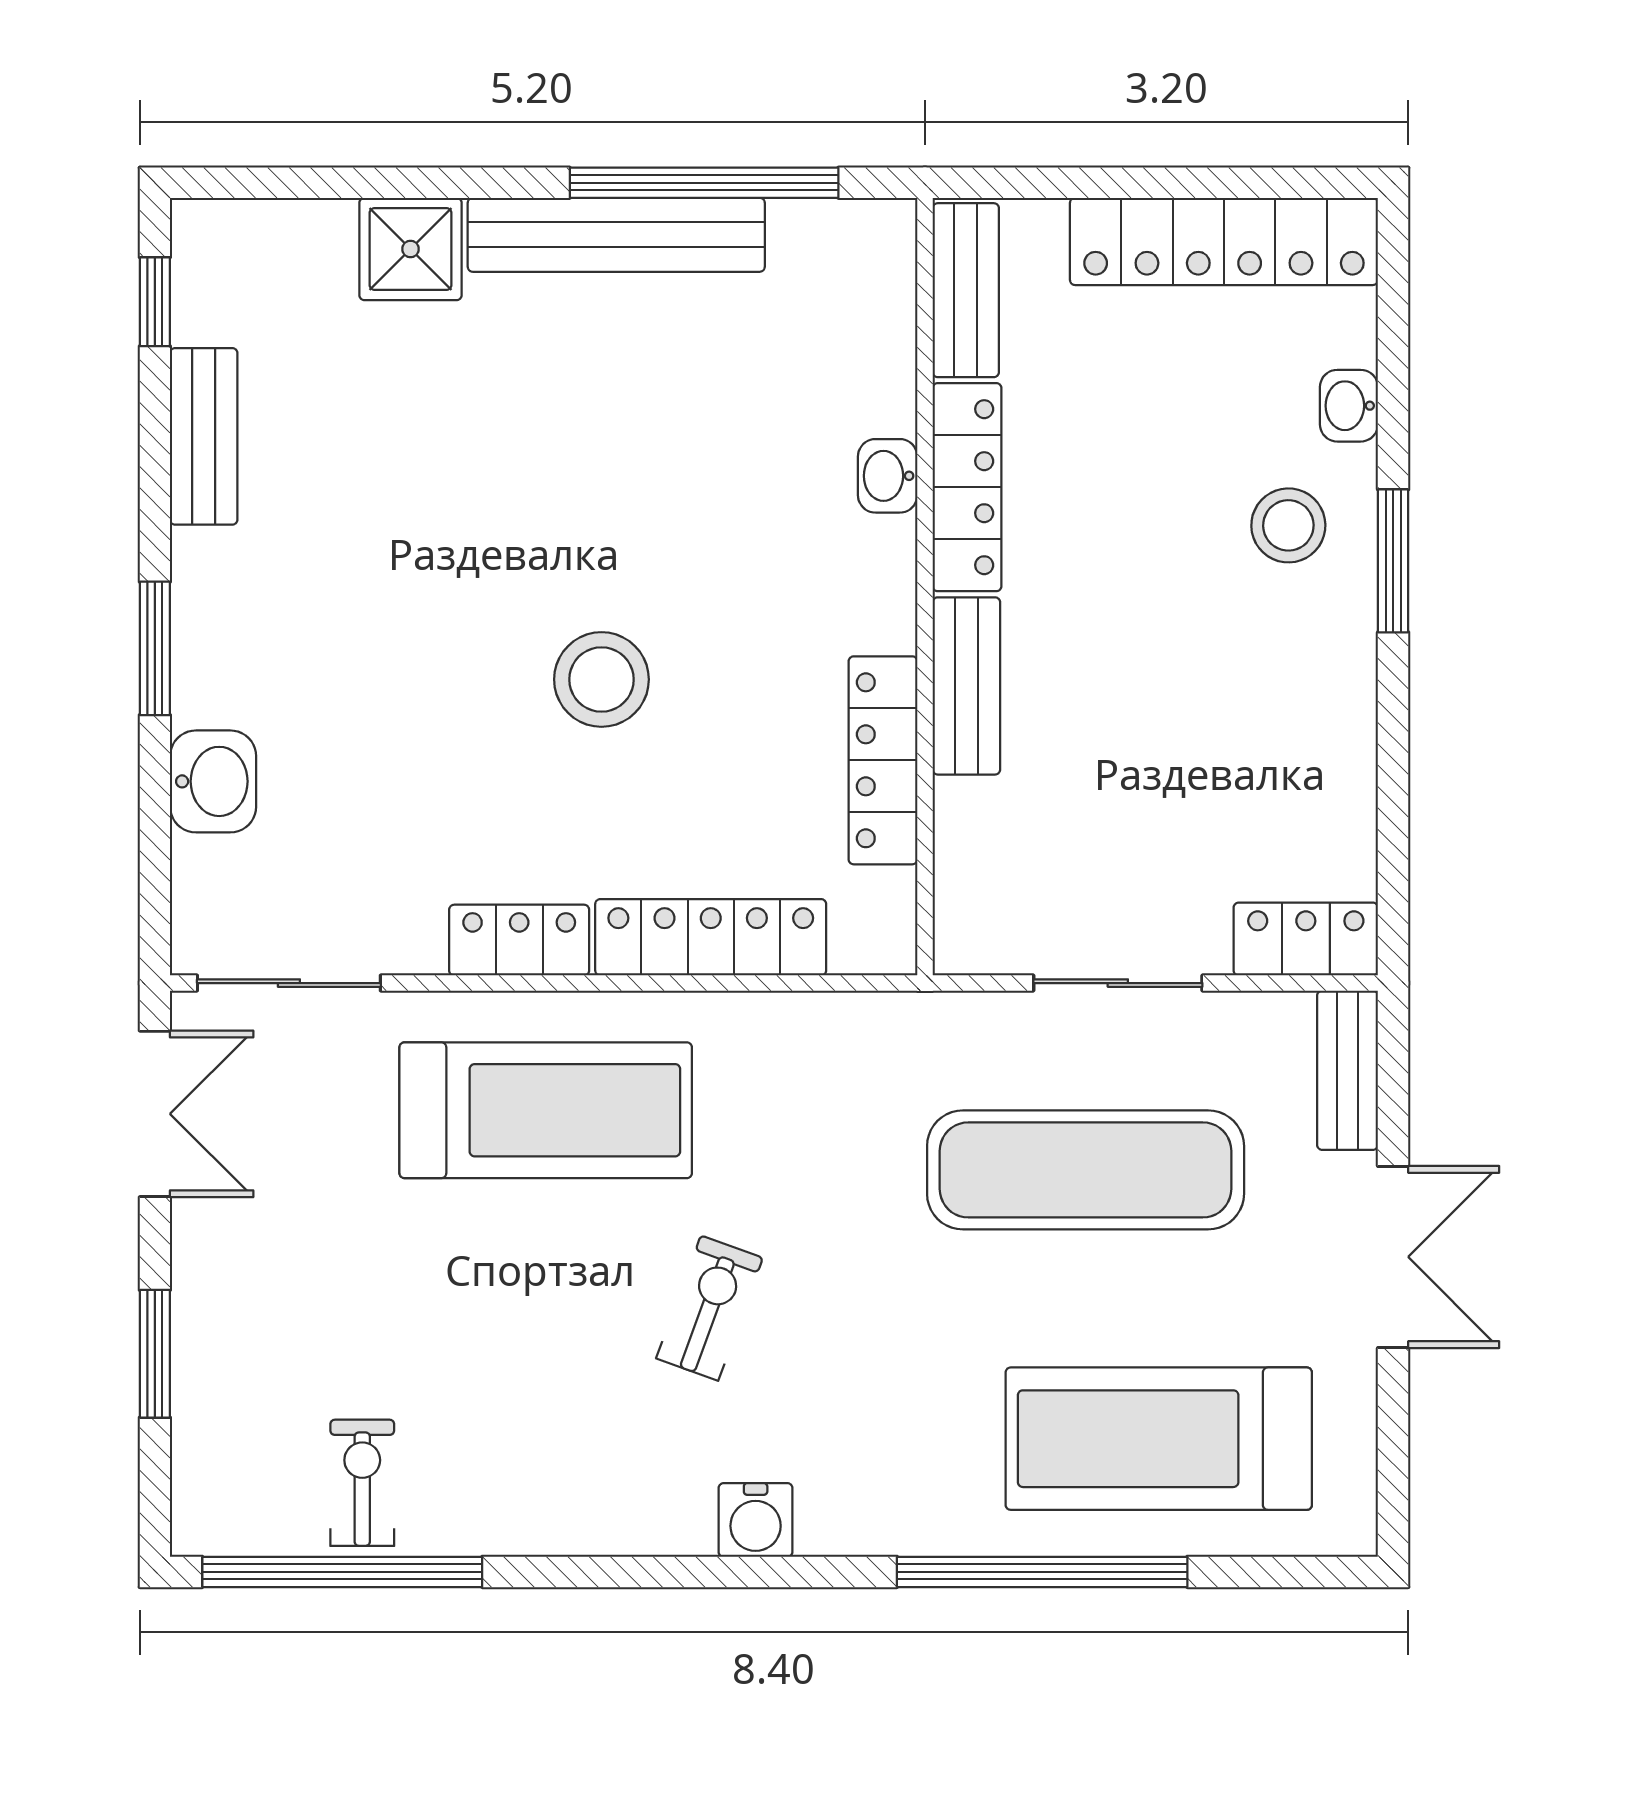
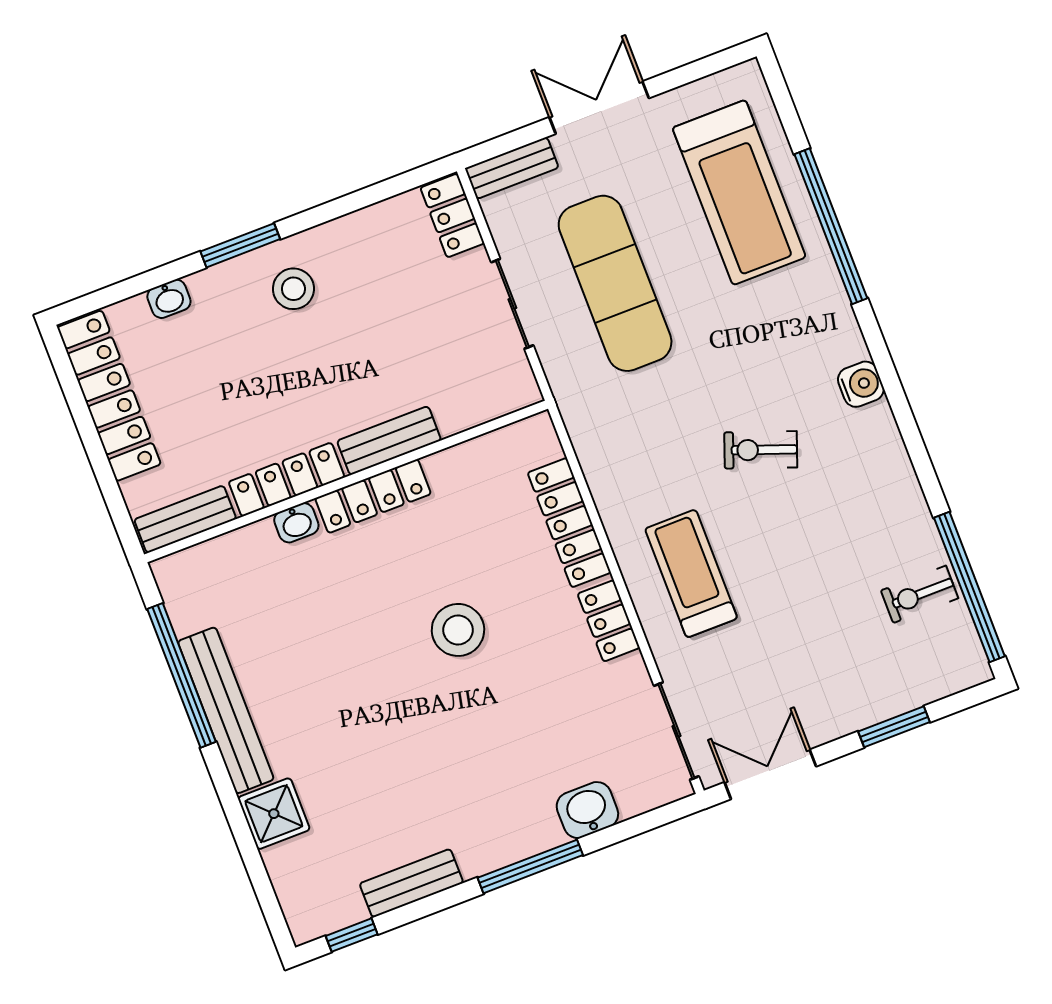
stool: (1288, 525) -> (293, 289), moved
window: (155, 648) -> (530, 866), width x1.44
locker: (883, 760) -> (373, 496), moved
treadmill: (546, 1110) -> (691, 574), width x0.73, depth x0.73

